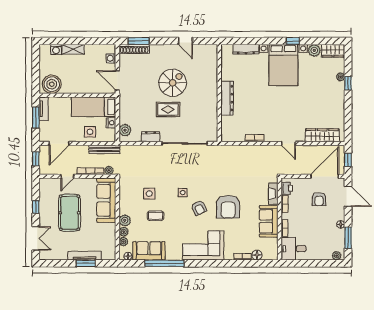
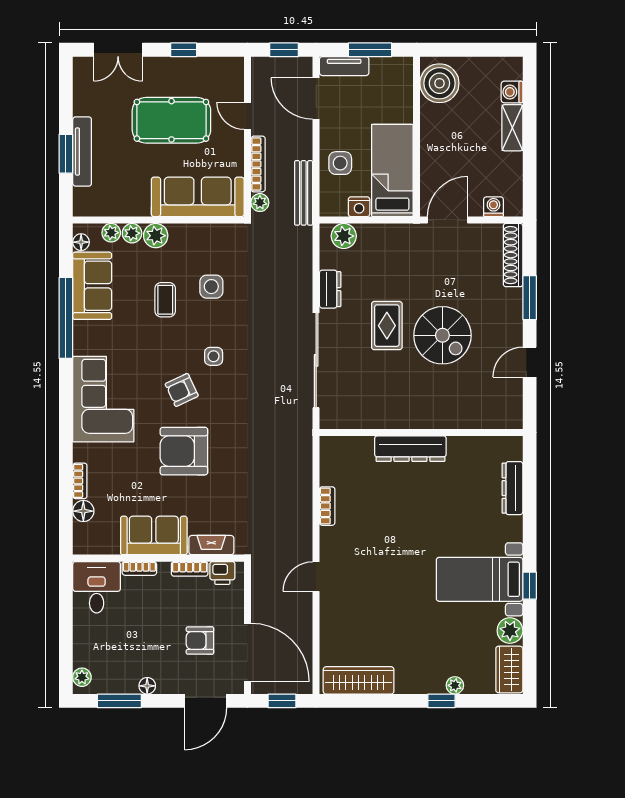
window: (139, 41) -> (530, 298), moved
bed with nightstands: (283, 65) -> (480, 579), width x0.73
tv unit: (44, 109) -> (344, 66), moved
wardrobe: (322, 135) -> (359, 680), moved, turned -90

